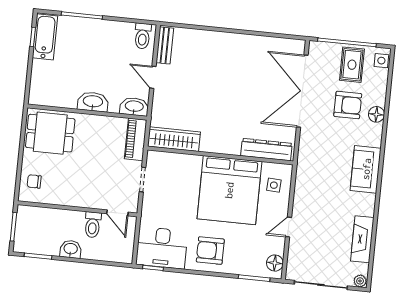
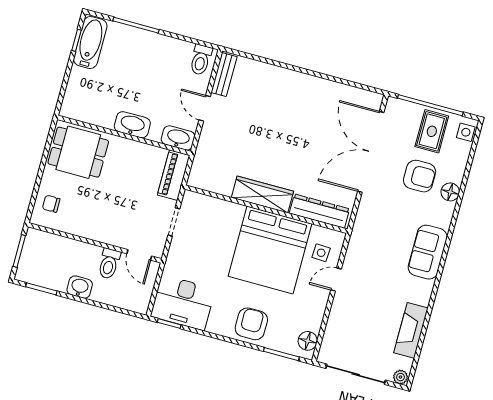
wardrobe: (174, 139) -> (262, 194), moved
door: (288, 227) -> (336, 280), moved
armchair: (210, 251) -> (251, 324), moved, turned 90

